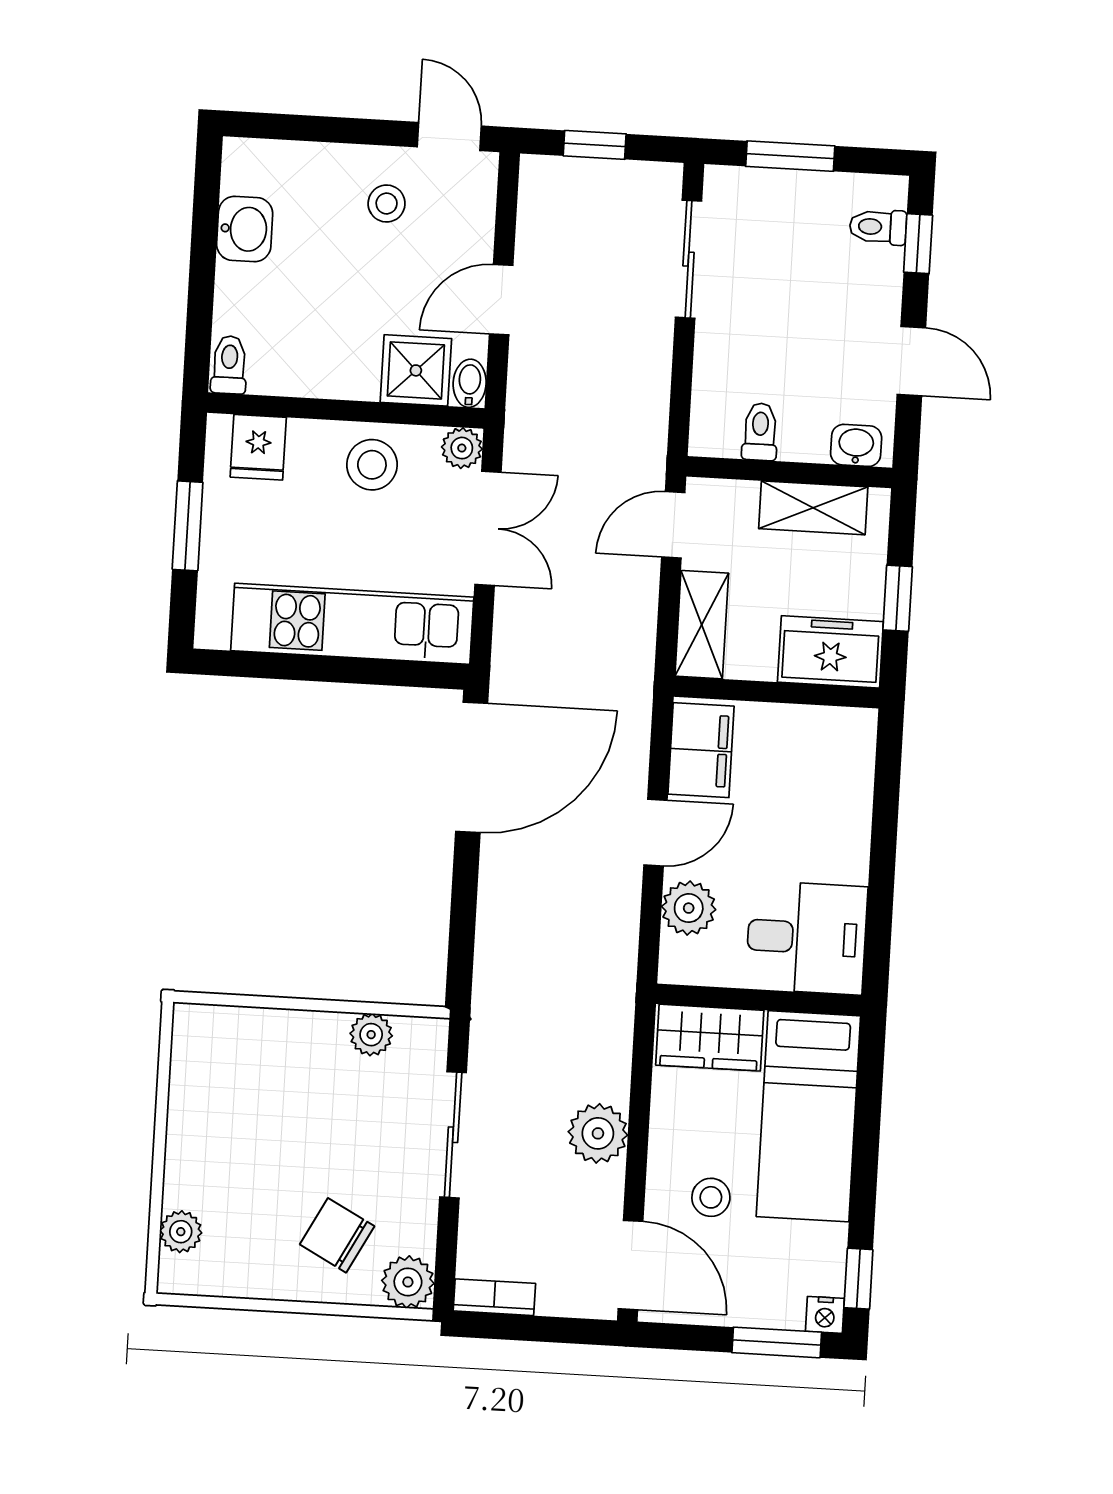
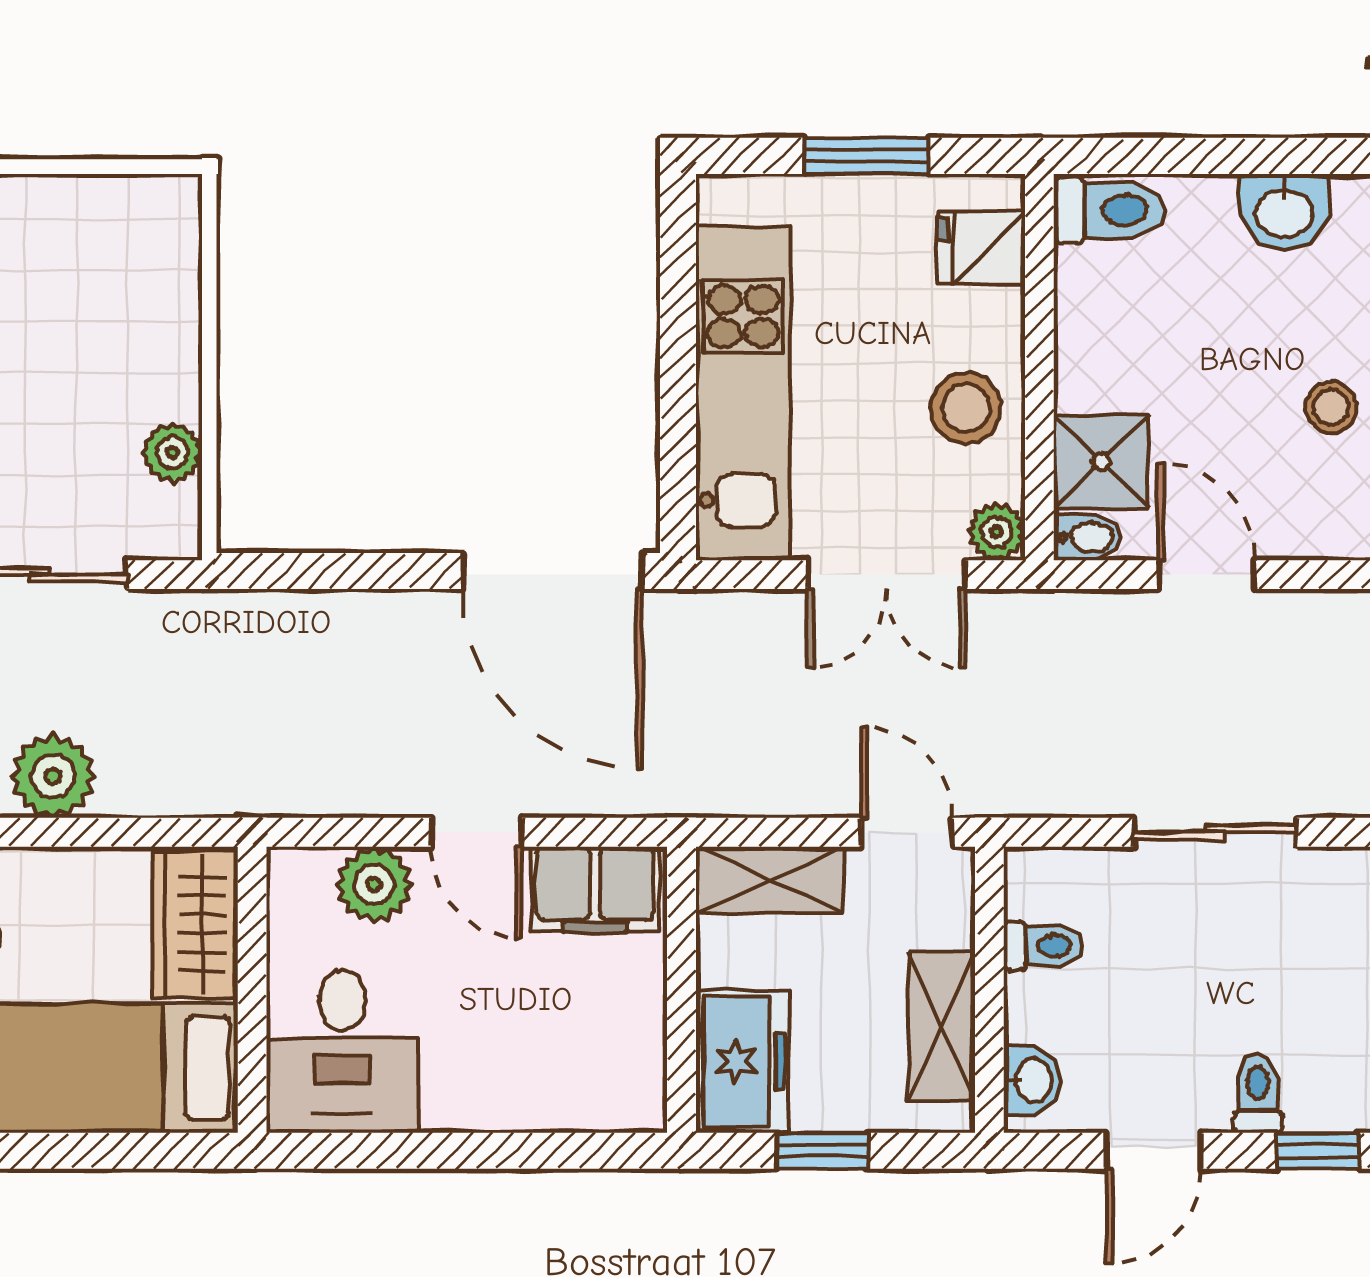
toilet: (878, 227) -> (1258, 1093), moved
sliding door: (689, 259) -> (1215, 832), moved
toilet: (229, 365) -> (1109, 210), width x1.37, depth x1.39

